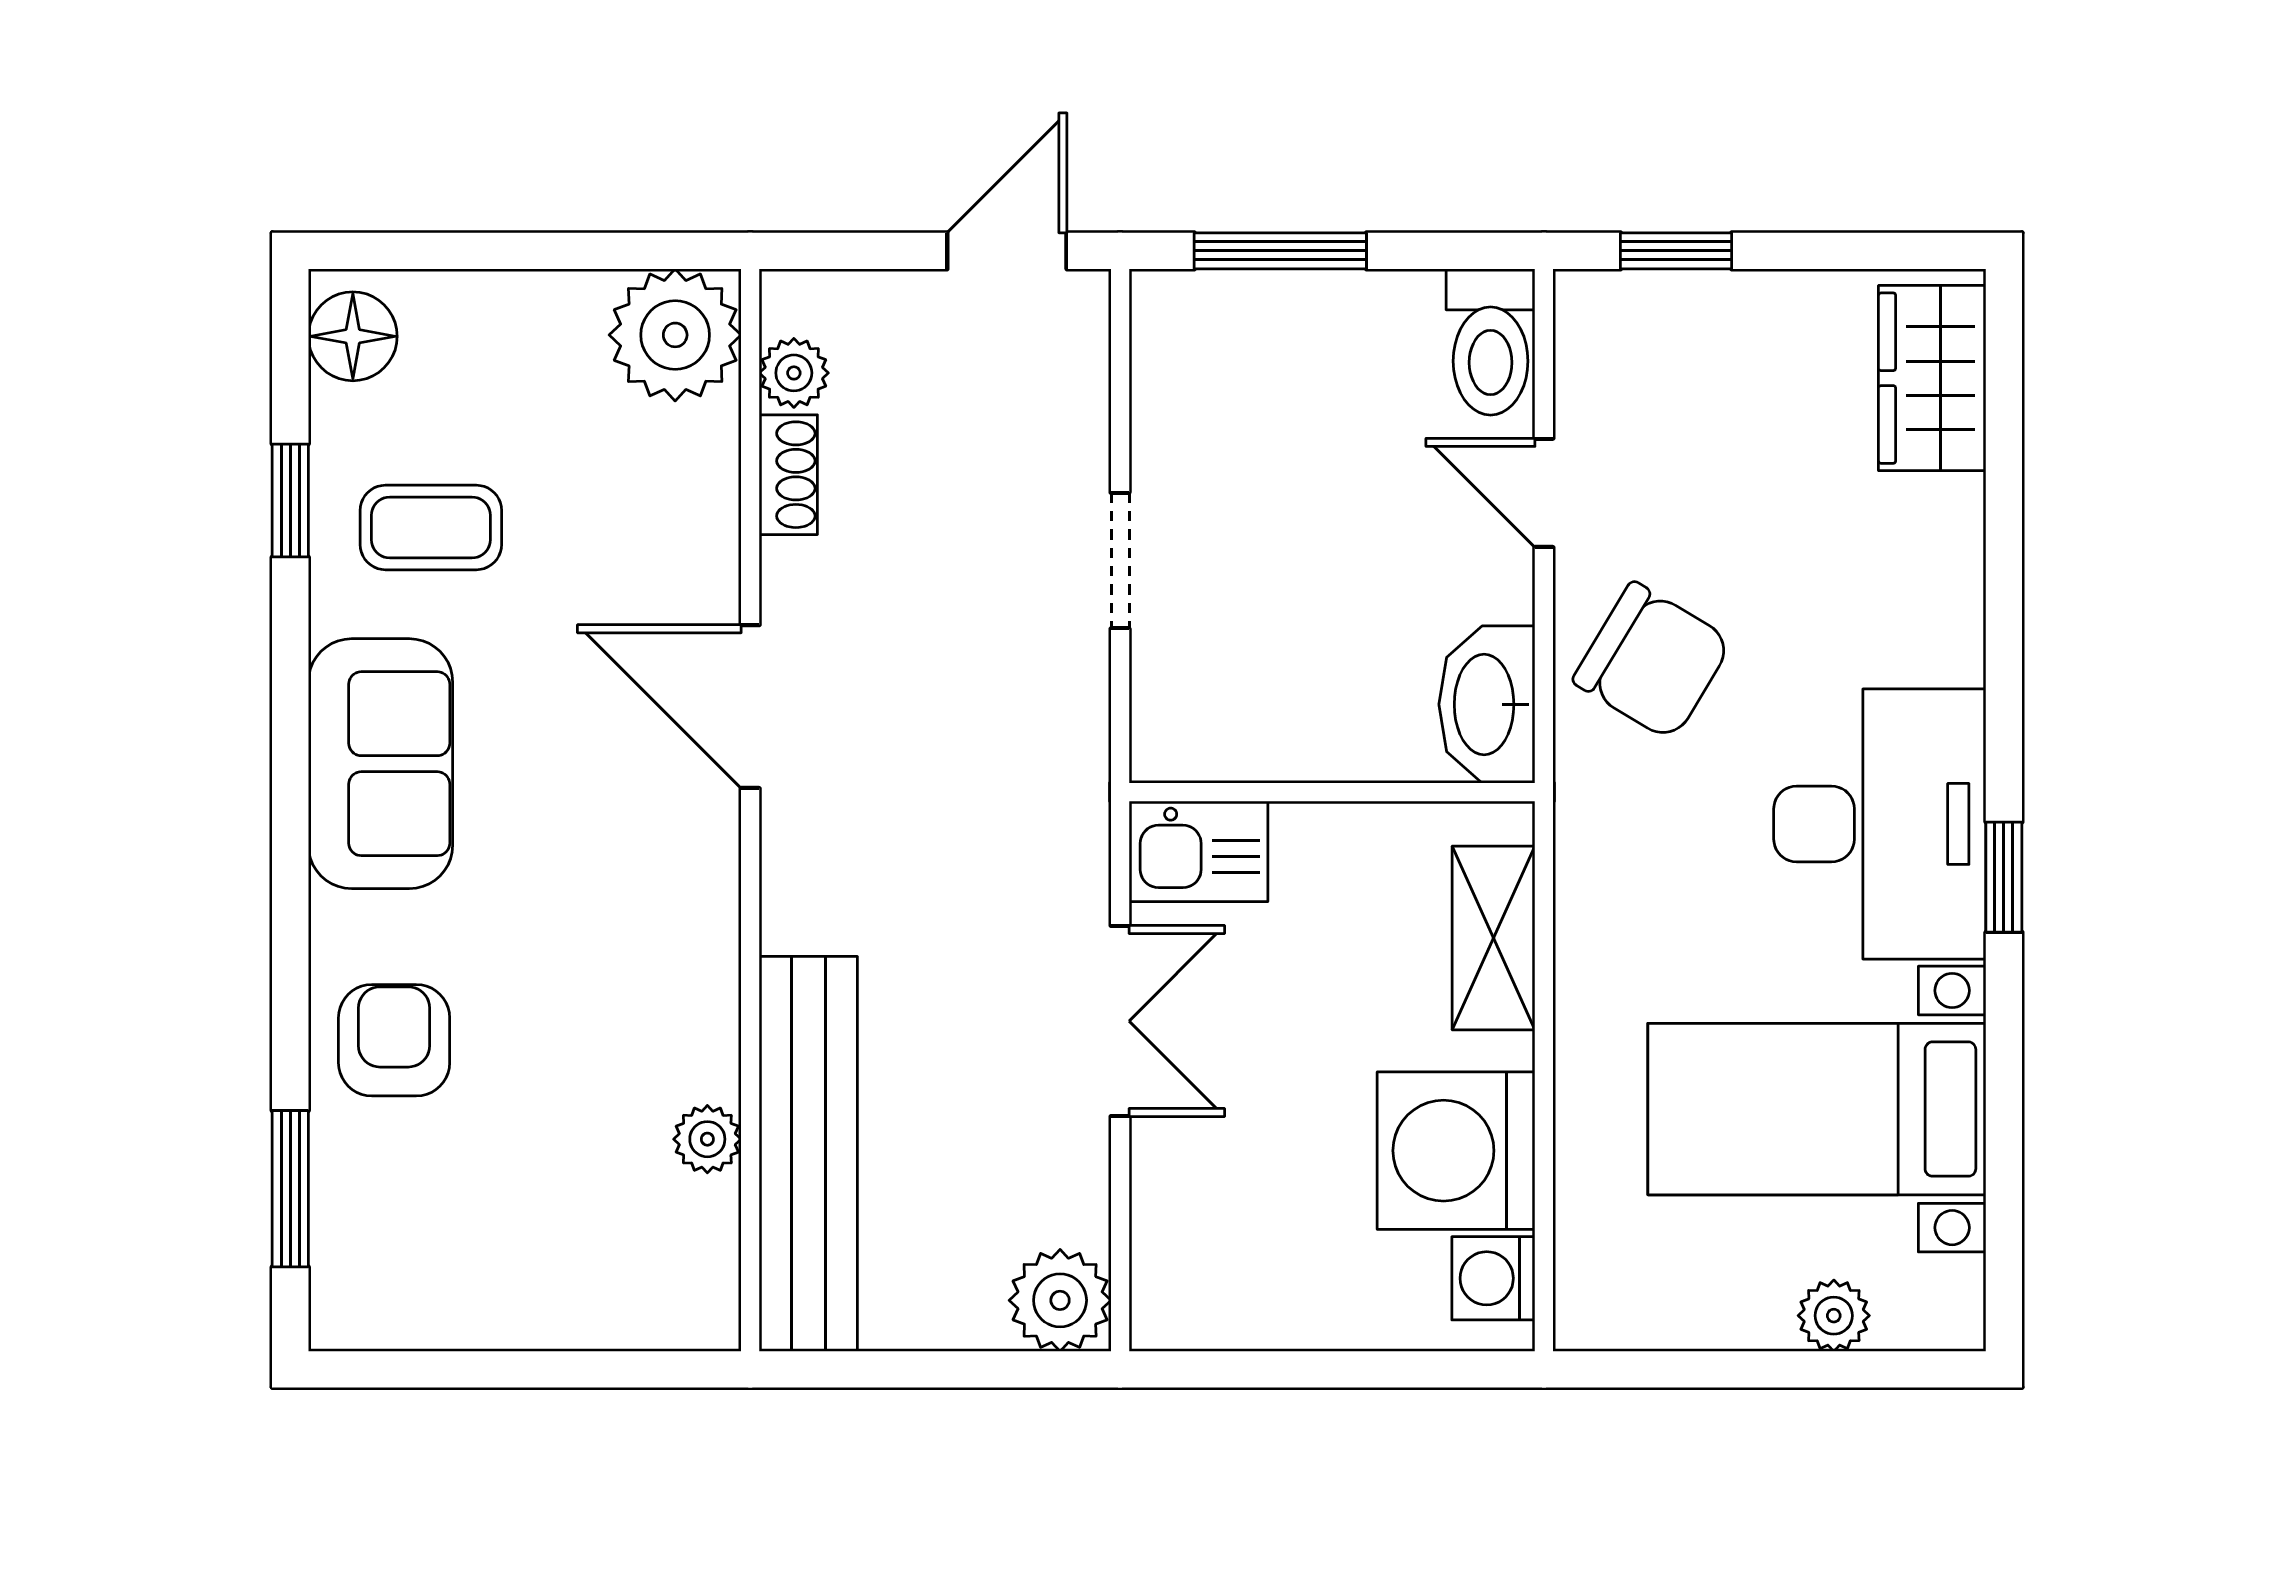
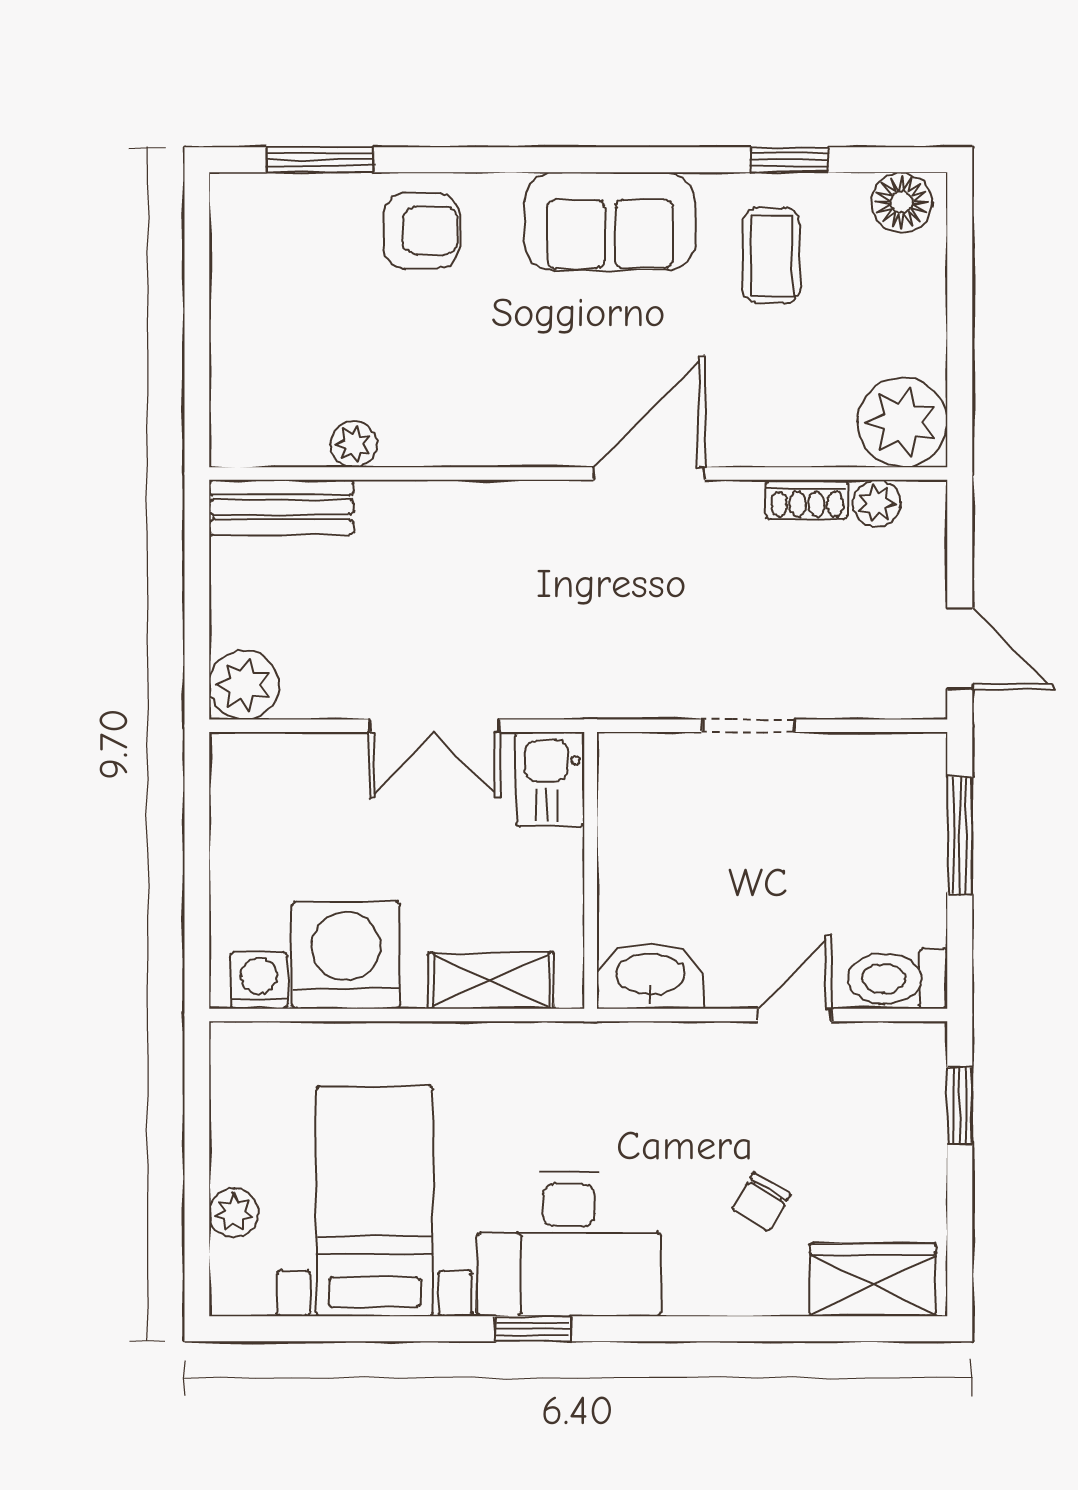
chair: (1652, 661) -> (761, 1202), moved, width x0.54, depth x0.54
bench: (808, 1154) -> (281, 507), width x0.54, depth x0.82

